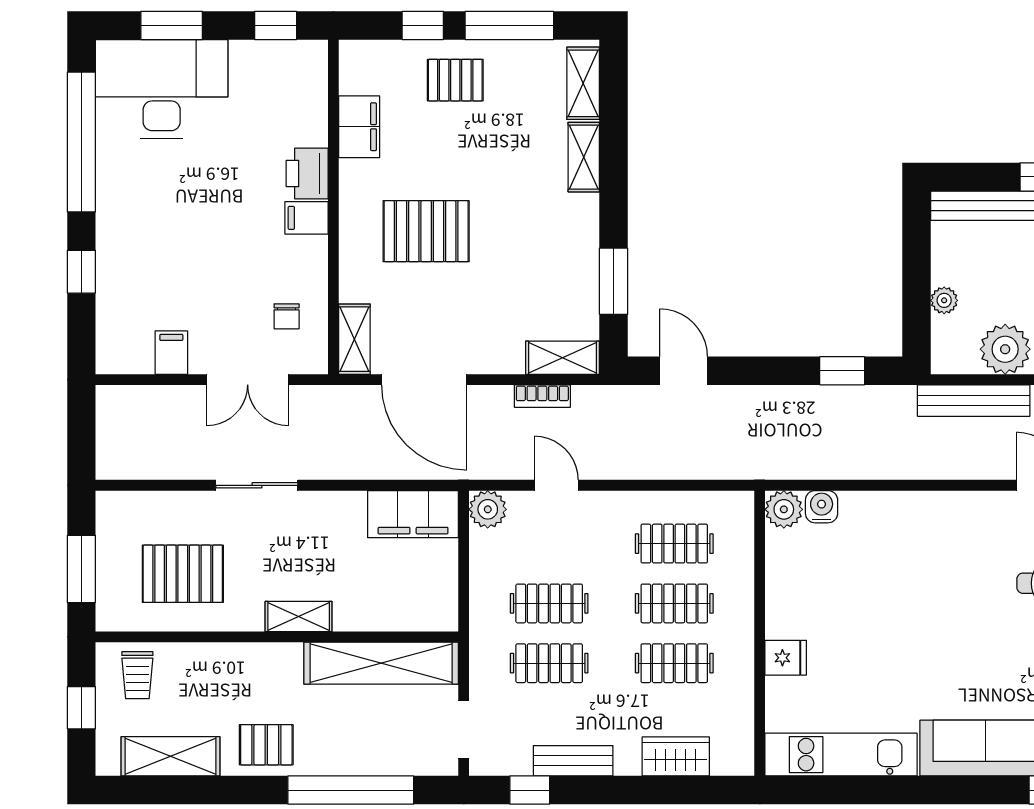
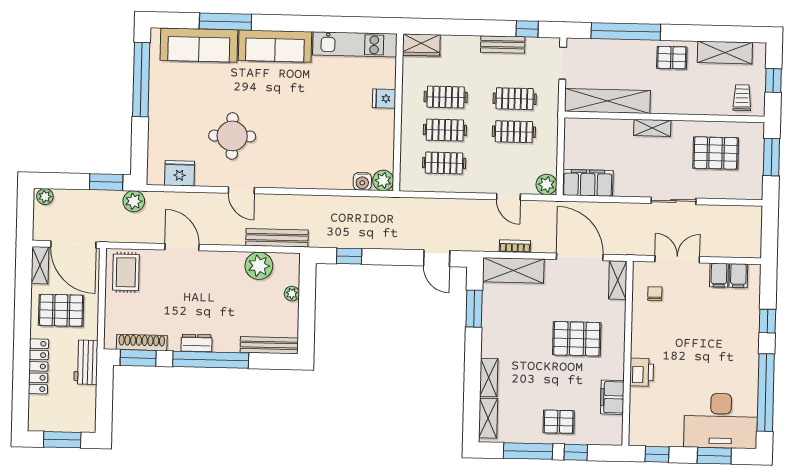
filing cabinet: (306, 218) -> (738, 276), moved, turned 90
shelving: (563, 358) -> (513, 270), width x1.50, depth x1.33
wardrobe: (676, 756) -> (421, 45), moved

